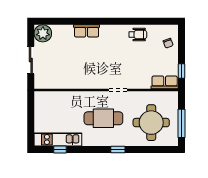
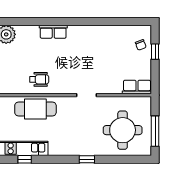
wheelchair: (138, 35) -> (39, 79), moved
window: (182, 71) -> (155, 52), moved
cafe table: (103, 118) -> (35, 109), moved

